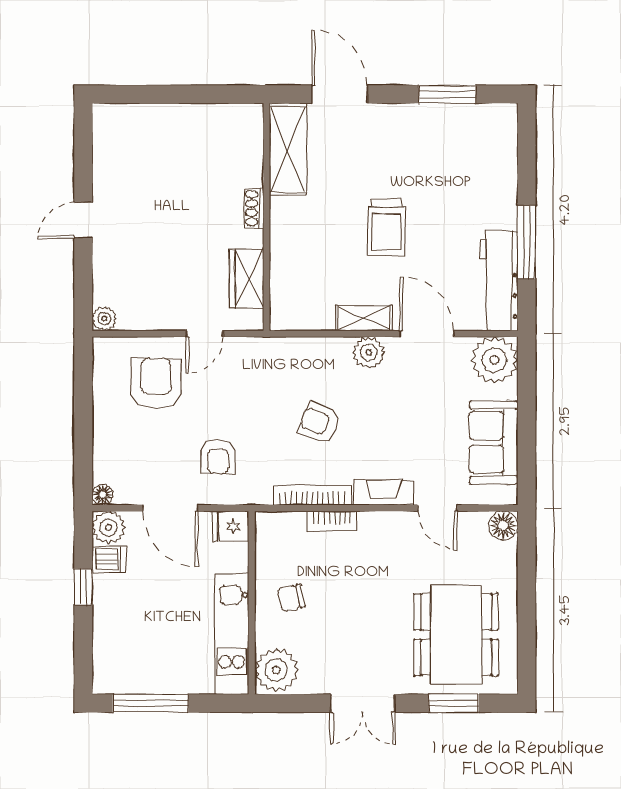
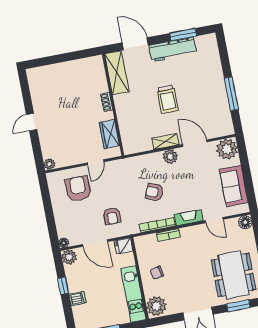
workbench: (499, 281) -> (173, 49), moved, turned -90
dishwasher: (109, 559) -> (78, 299), moved

